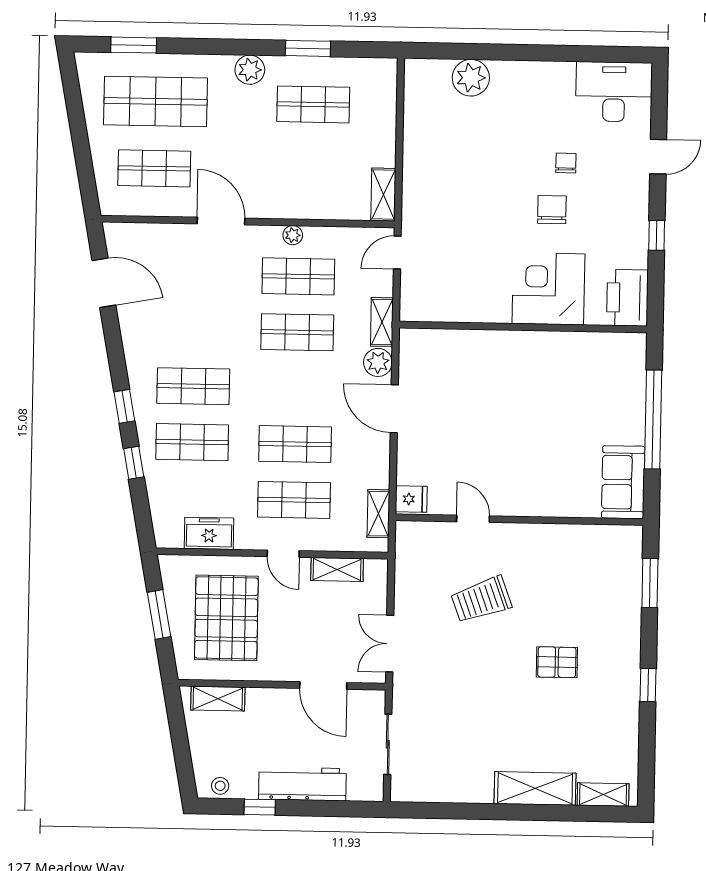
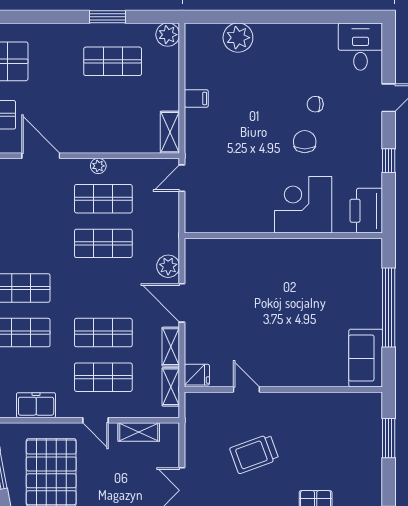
plant: (250, 70) -> (168, 35), moved
desk: (614, 92) -> (360, 47), width x0.73
filing cabinet: (417, 153) -> (196, 99), added
chair: (566, 163) -> (315, 104), turned -90
shelving: (382, 322) -> (171, 347), moved

